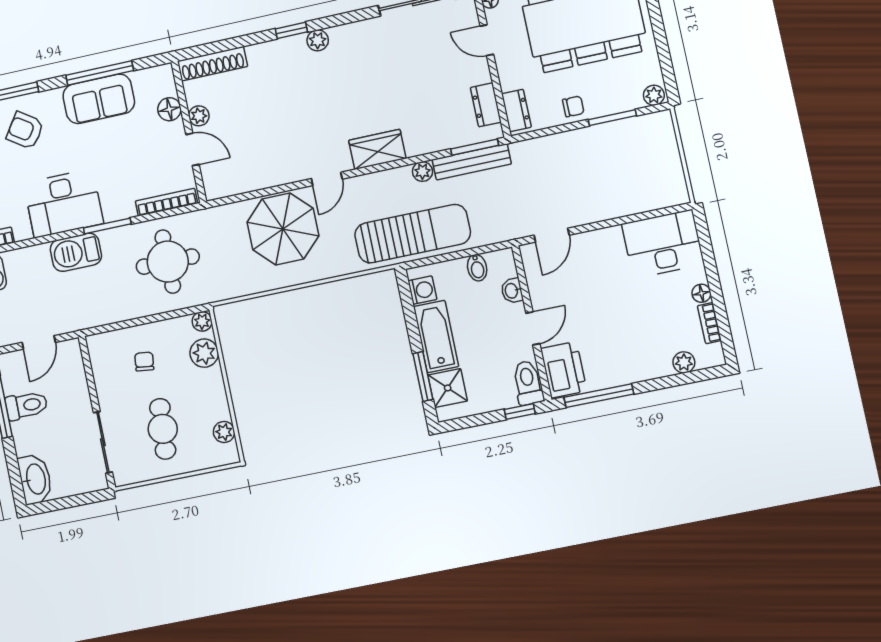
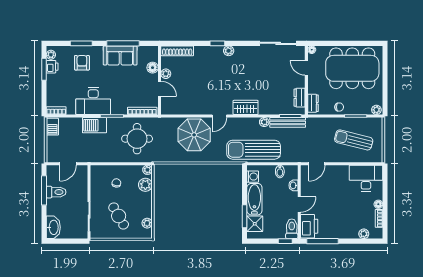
armchair: (25, 130) -> (82, 63), turned 56
sun lounger: (619, 169) -> (354, 140), added
sun lounger: (413, 234) -> (254, 150), turned 180
cafe table: (163, 429) -> (119, 216), turned -34

